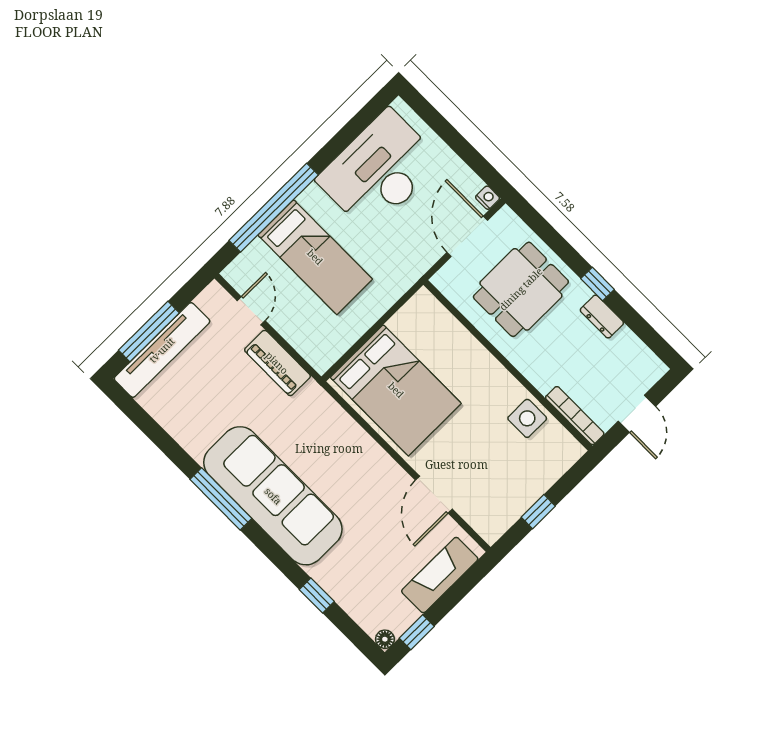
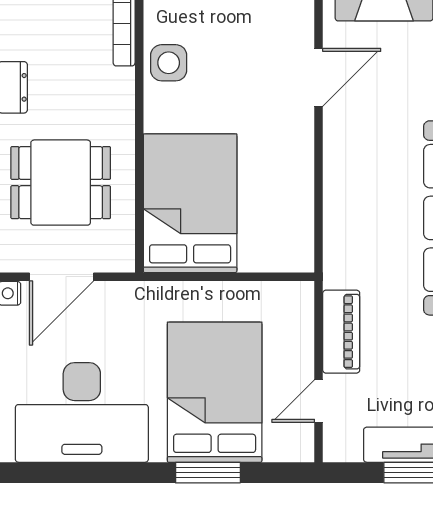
window: (274, 208) -> (208, 473), width x0.47
bed: (315, 257) -> (215, 392), width x1.50
bed: (396, 390) -> (190, 203), moved

